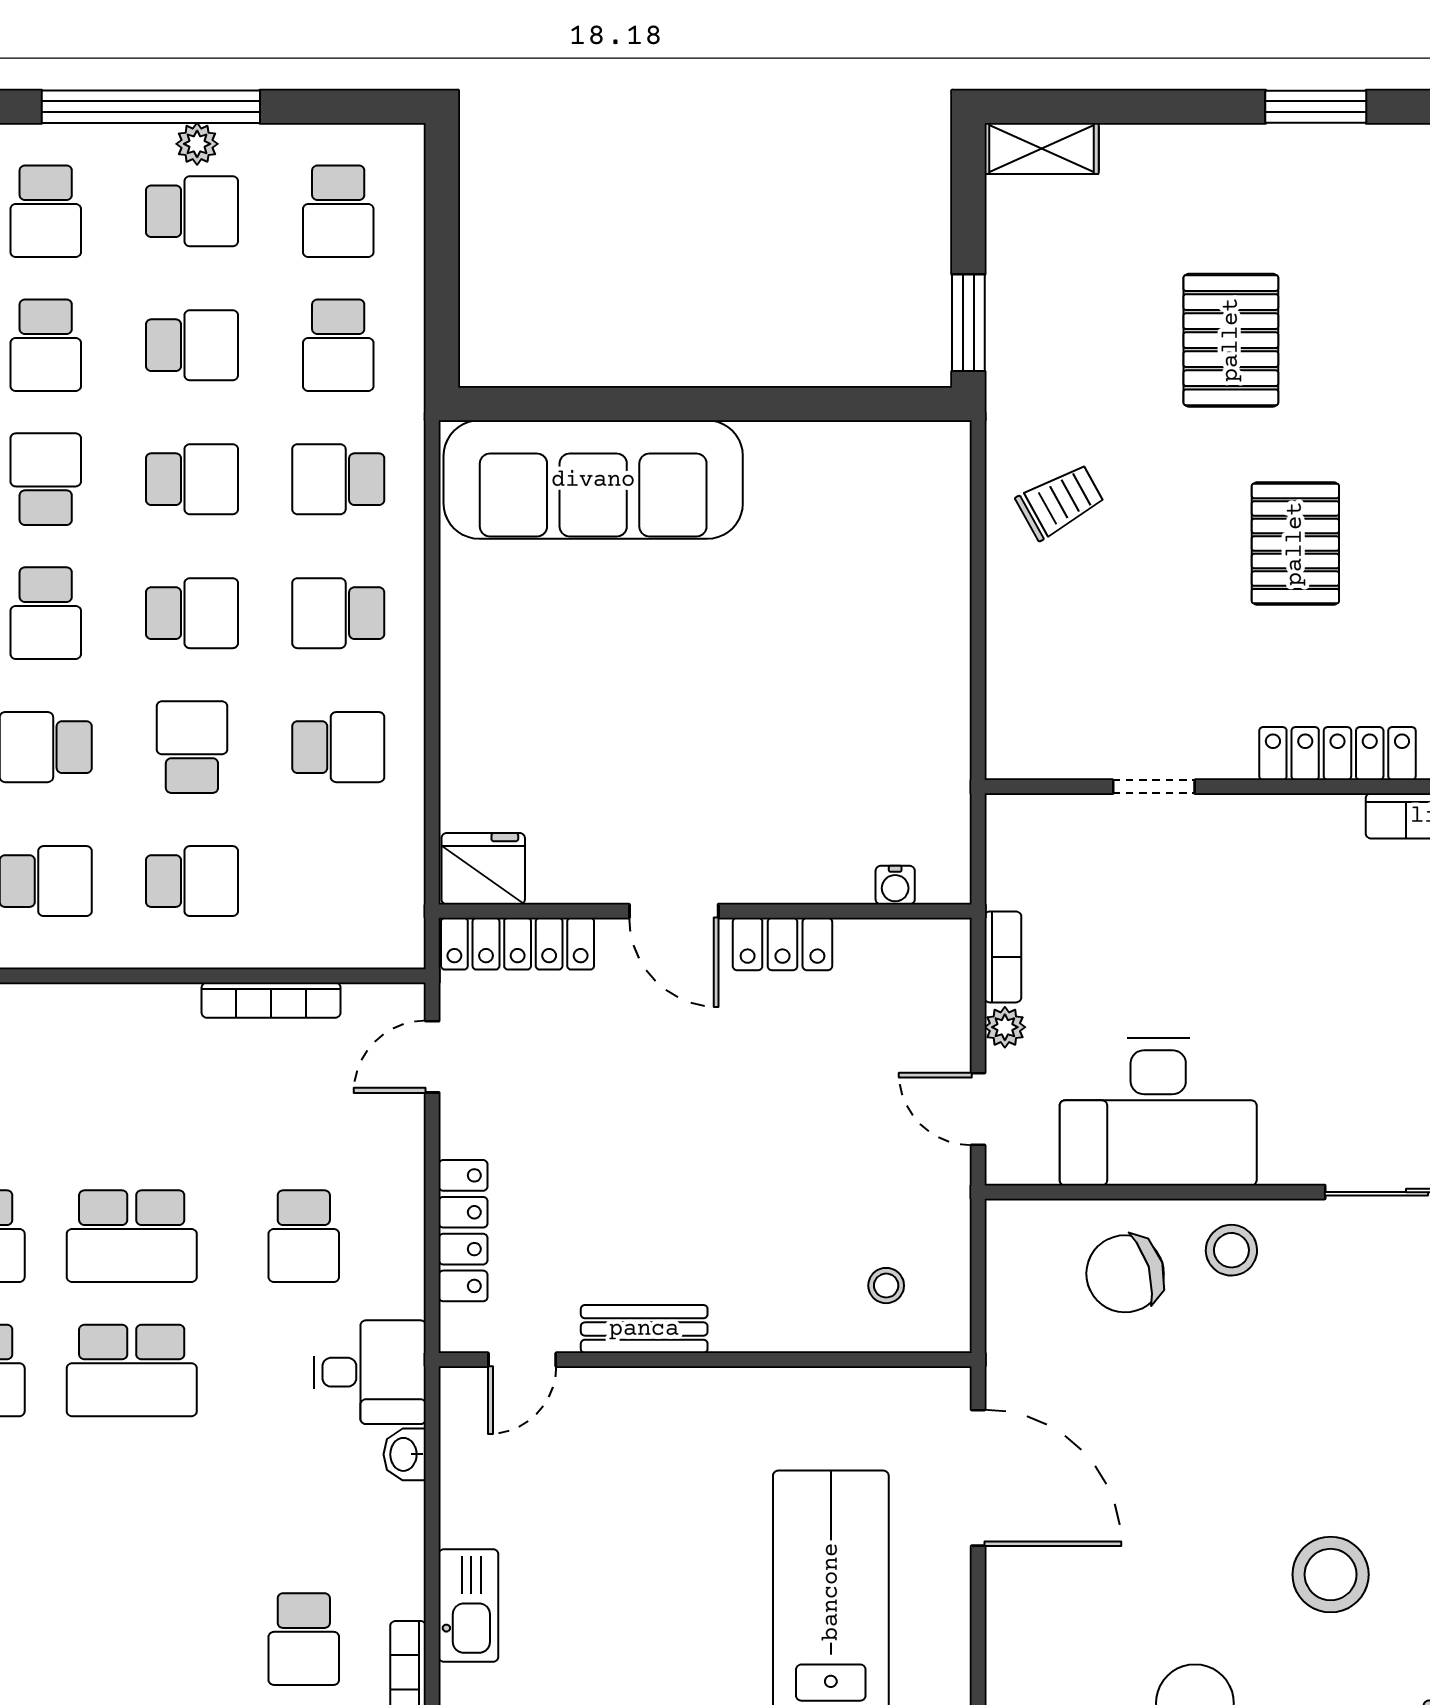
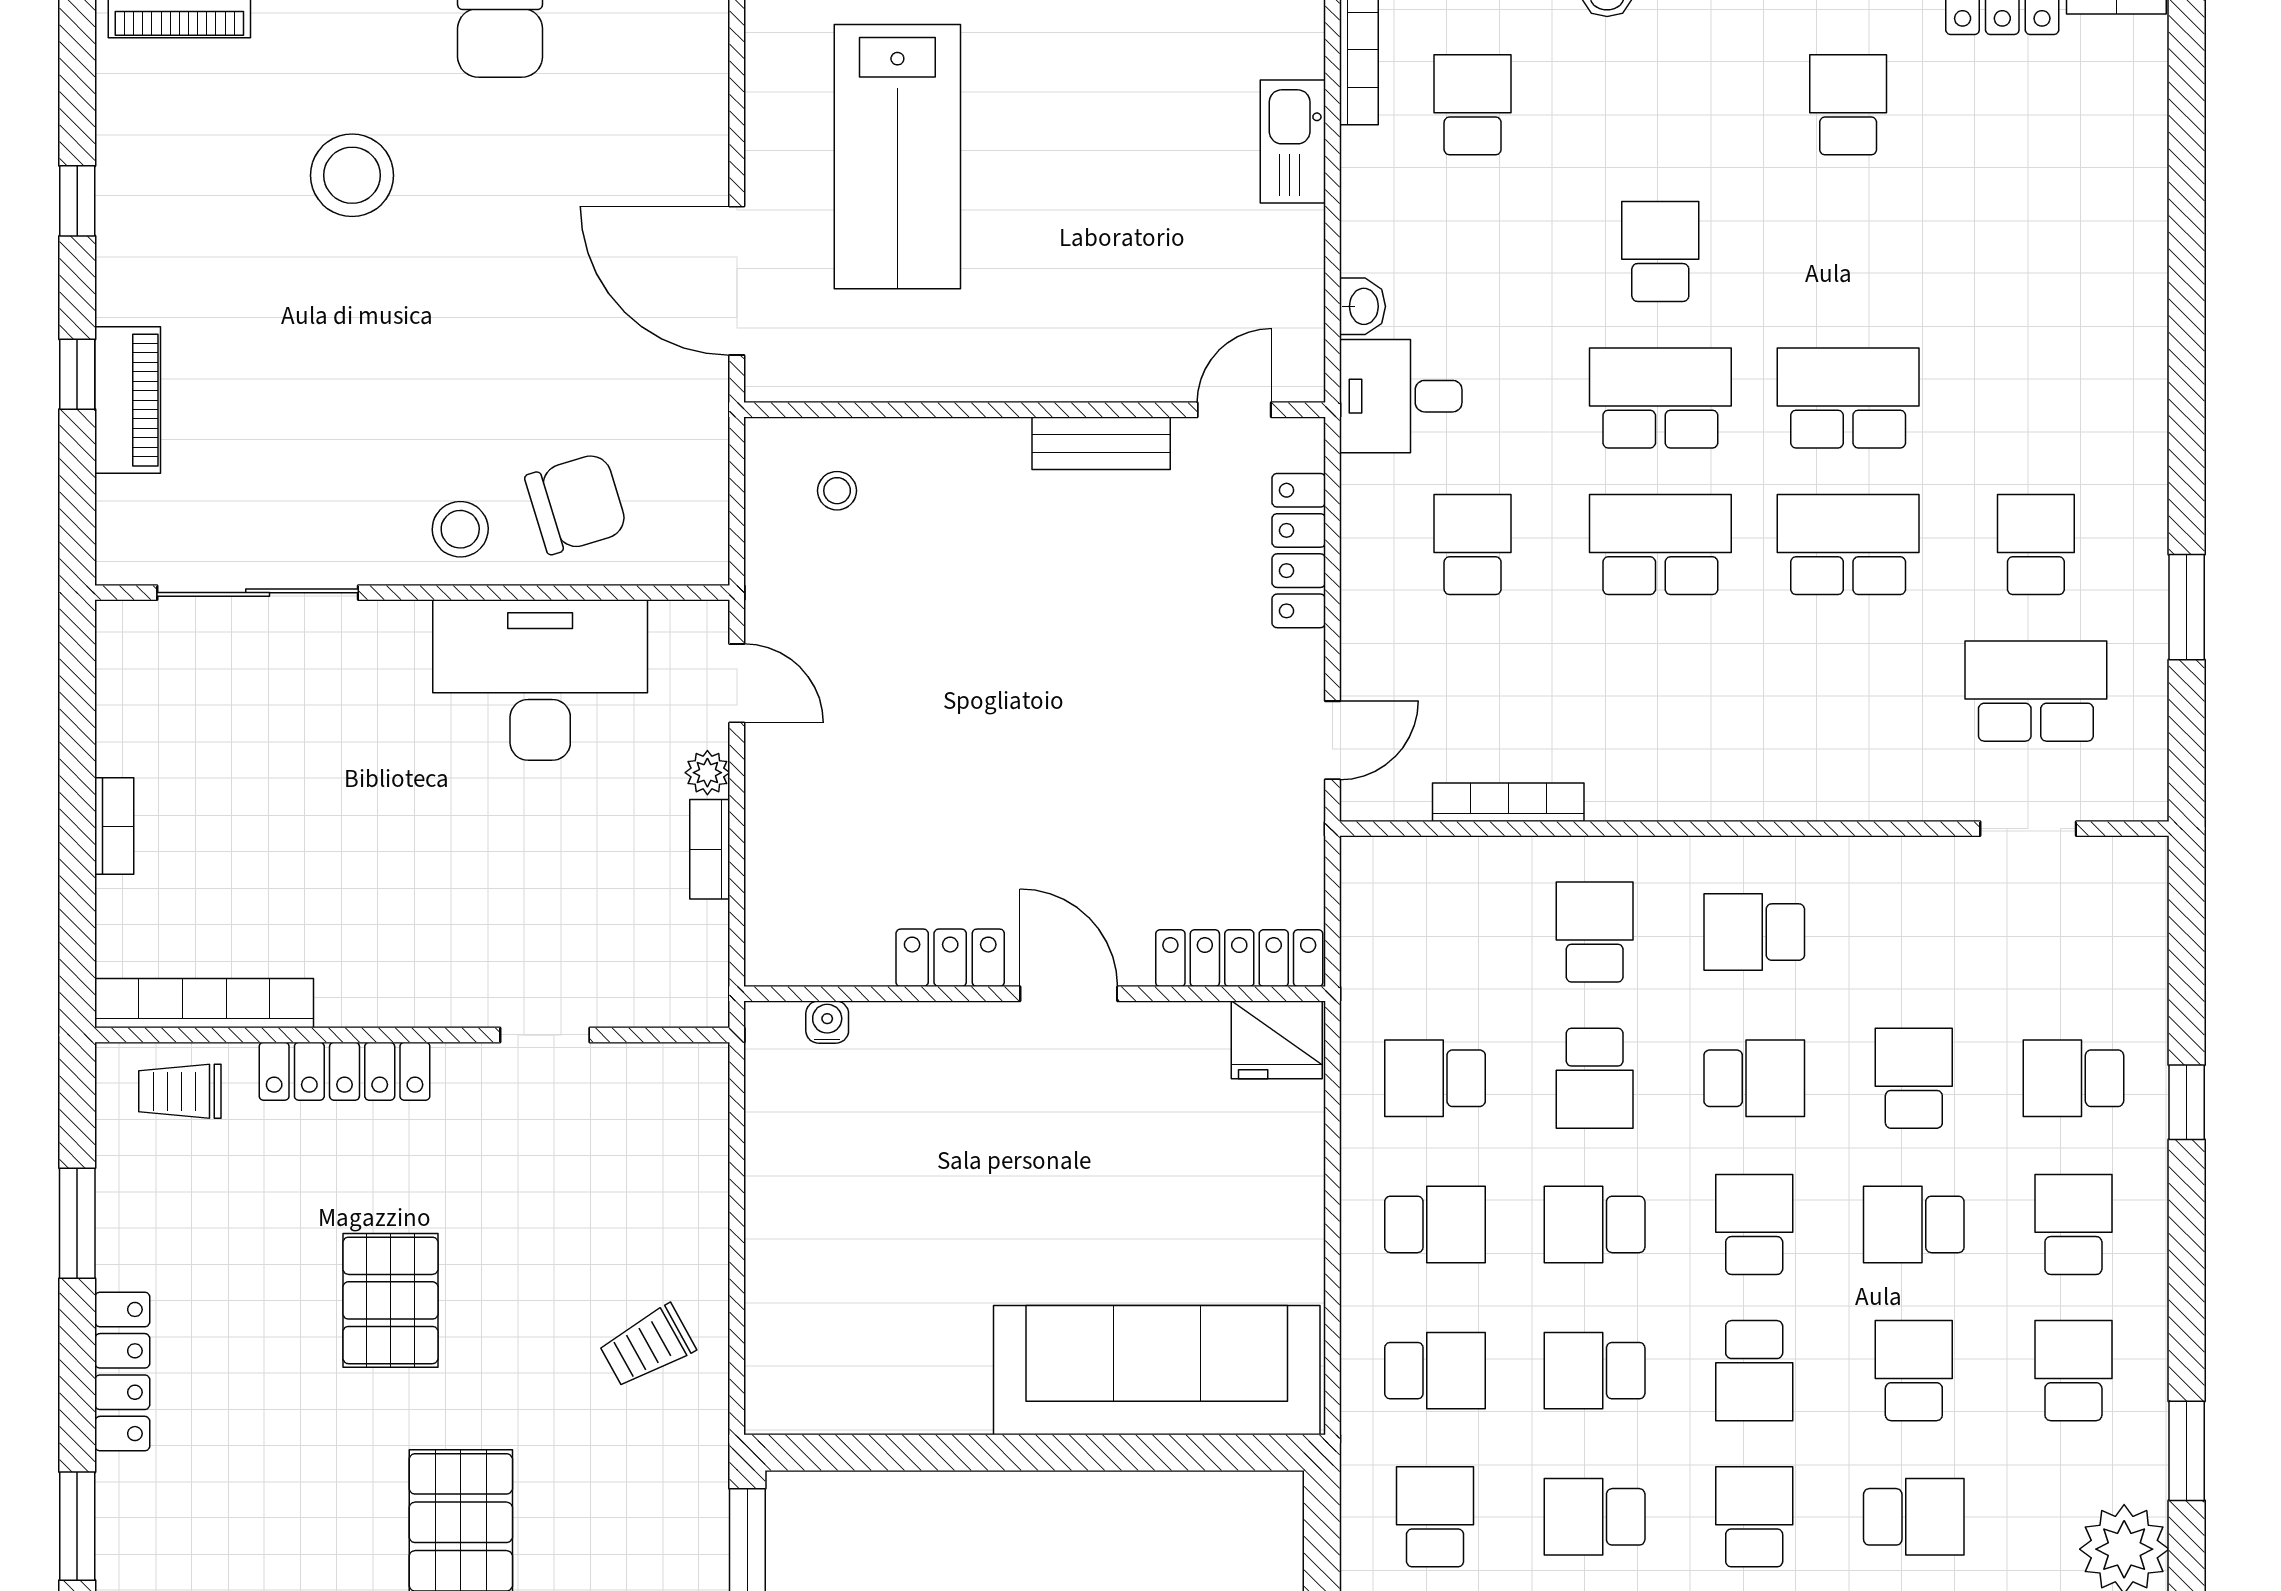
fridge: (483, 869) -> (1277, 1040), moved
school desk: (192, 881) -> (1595, 932), turned 90
water cooler: (895, 885) -> (827, 1022), moved
door: (674, 911) -> (1069, 994), moved
wall: (705, 911) -> (1035, 994), moved
locker: (518, 944) -> (1239, 958), moved
locker: (782, 944) -> (950, 958), moved
school desk: (132, 1505) -> (1660, 251), added

